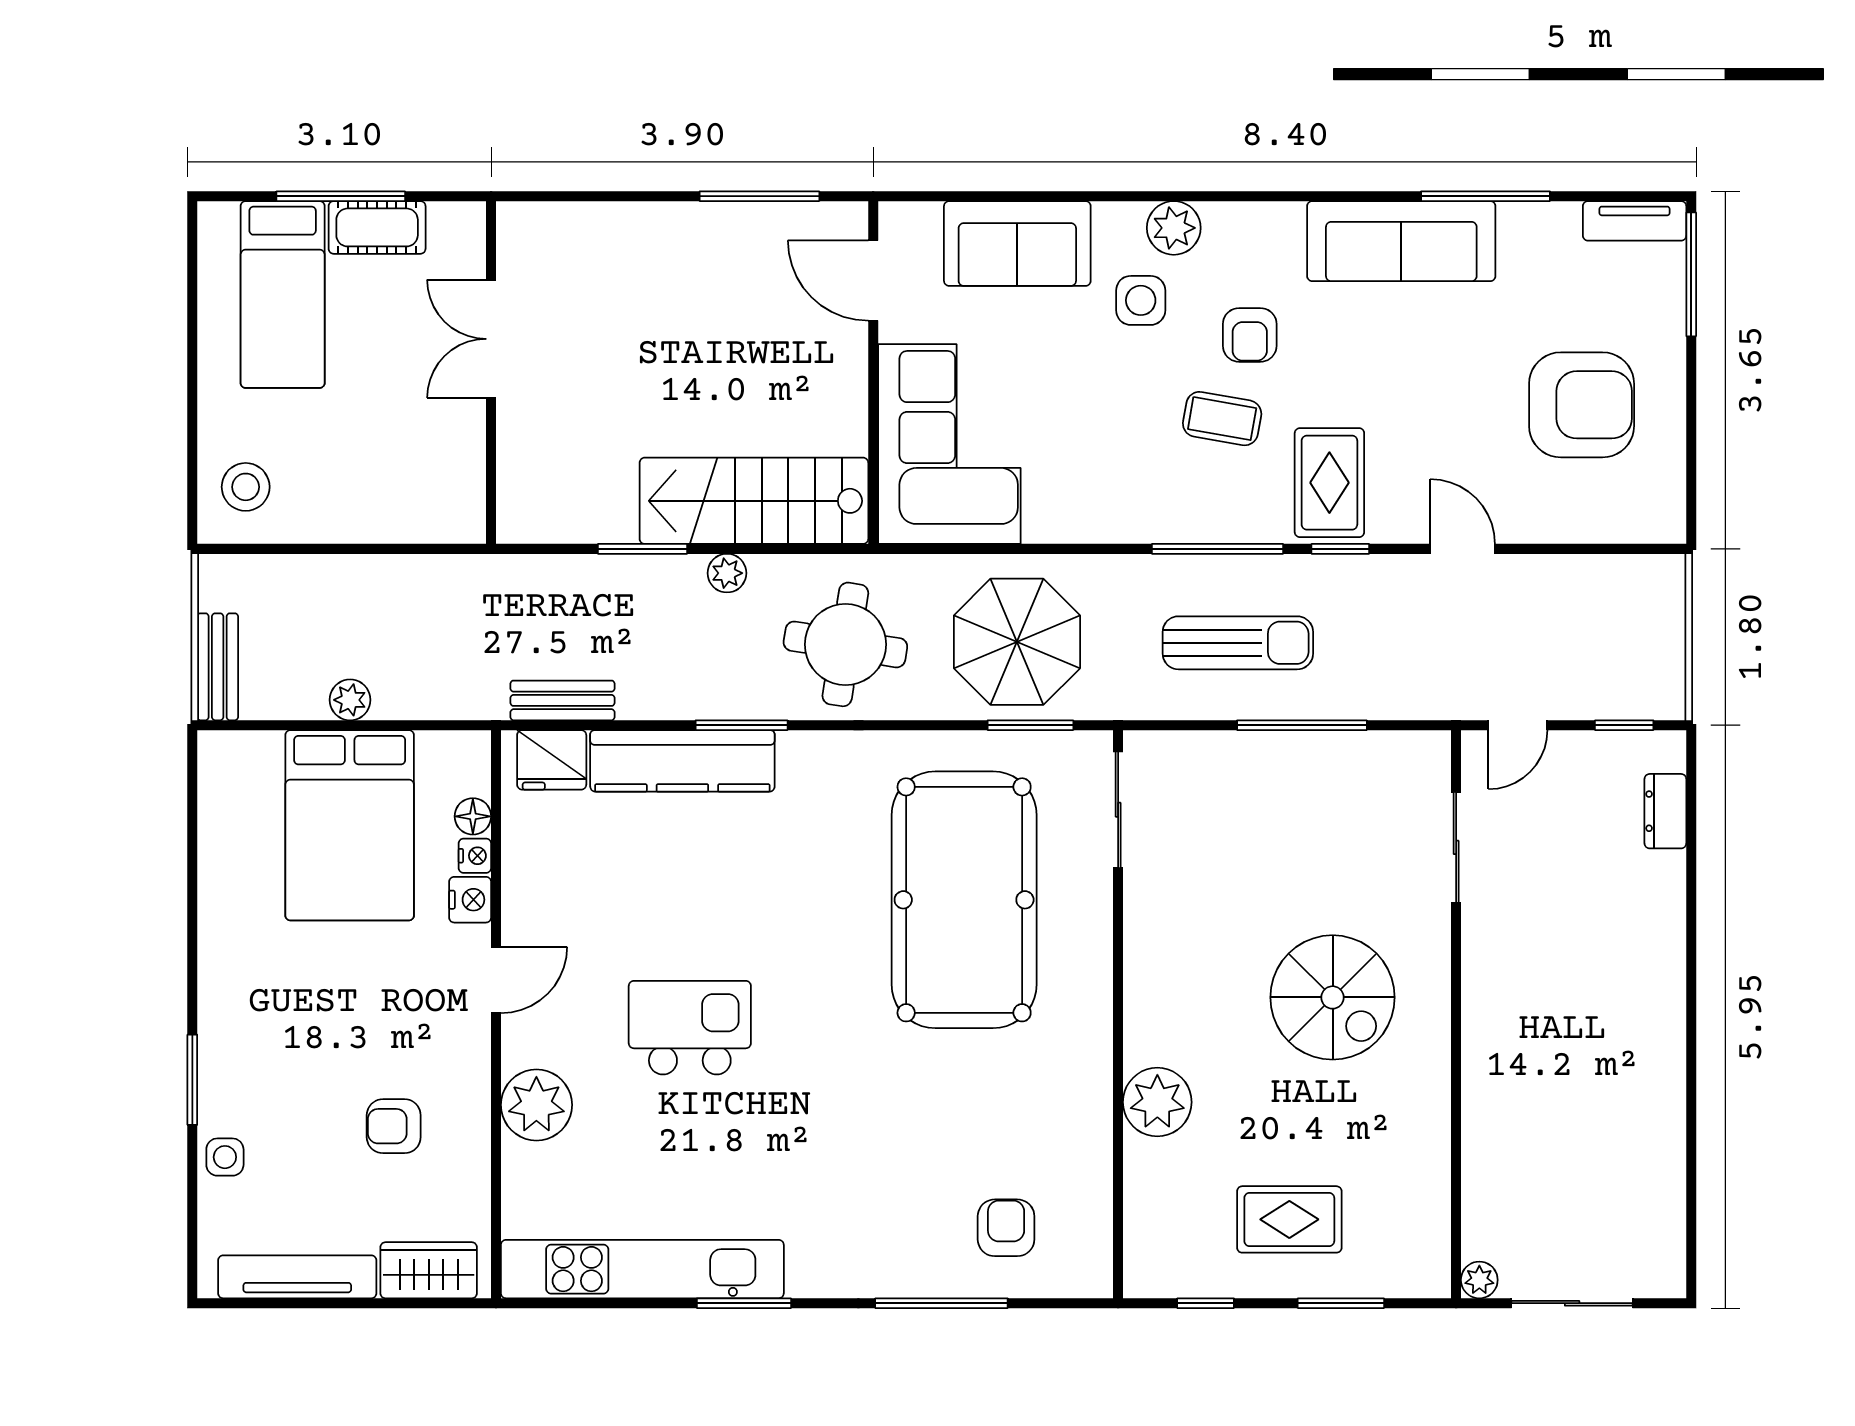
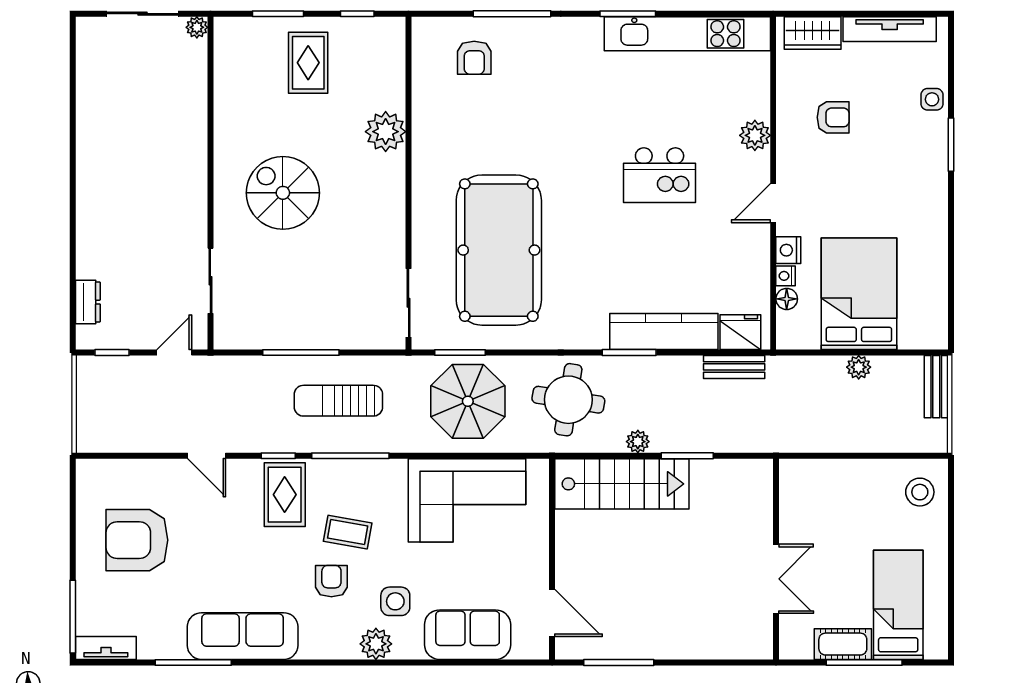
corner sofa: (949, 444) -> (467, 500), moved, turned -90
plant: (536, 1105) -> (755, 135), width x0.73, depth x0.73
rug: (1289, 1219) -> (308, 63), turned 90

